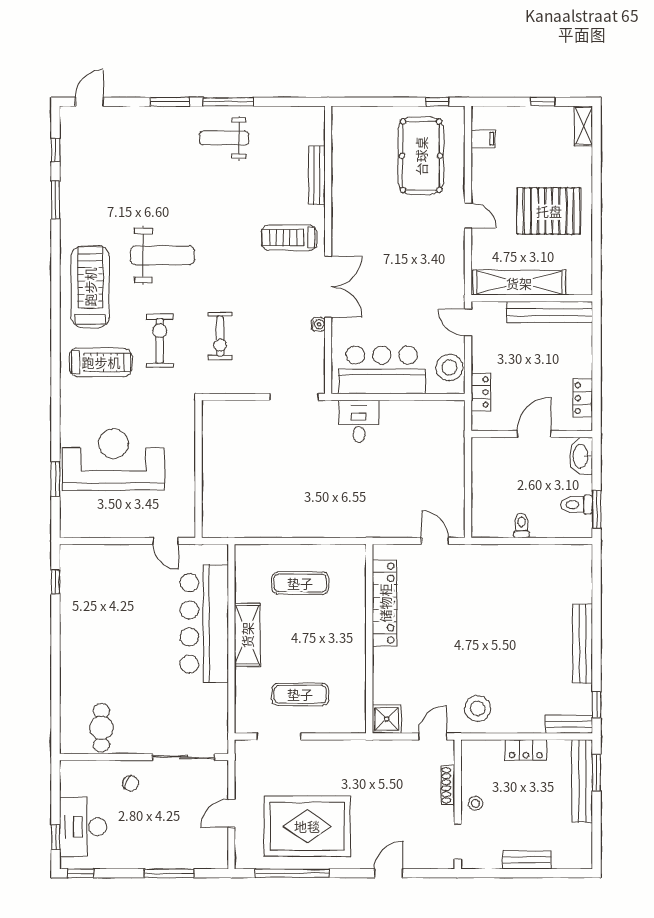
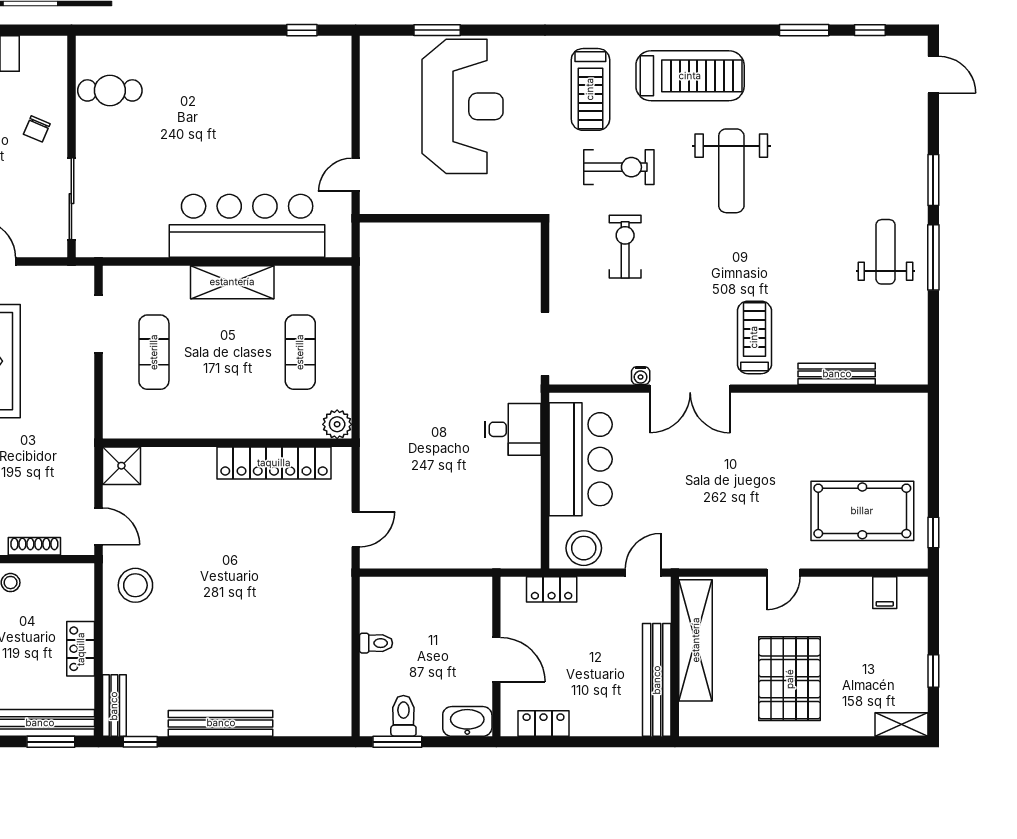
exercise bike: (220, 336) -> (625, 247), turned 90
plant: (355, 555) -> (337, 424), added

